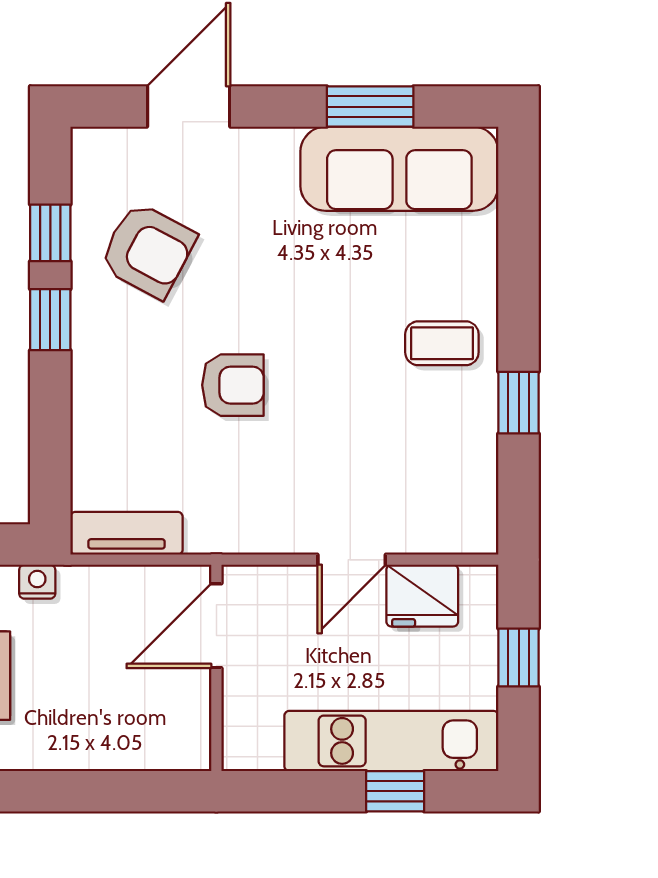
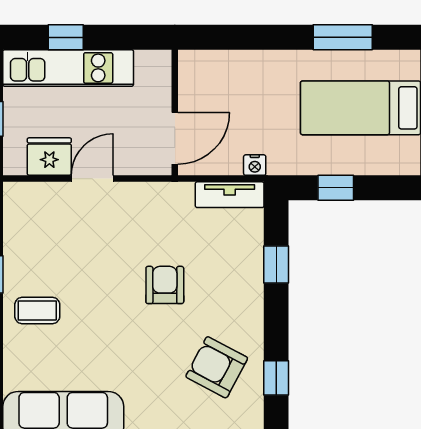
window: (50, 320) -> (276, 265), moved
armchair: (233, 385) -> (165, 285), turned 90
nightstand: (37, 582) -> (255, 165), moved

